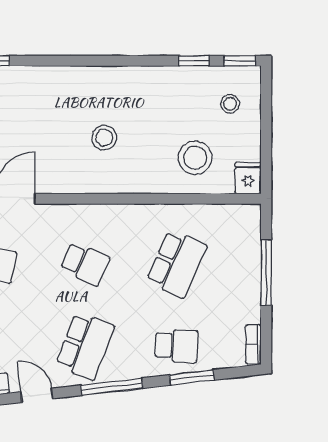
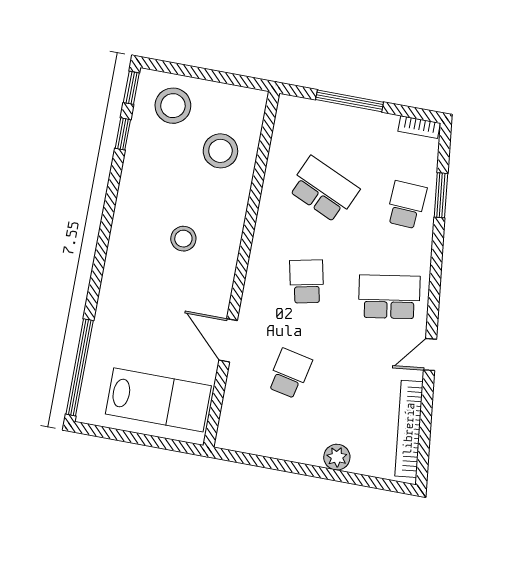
stool: (230, 104) -> (173, 106), width x1.89, depth x1.89
fridge: (248, 178) -> (251, 101), removed
school desk: (85, 264) -> (307, 281), turned -36
school desk: (85, 346) -> (389, 297), turned -30
window: (112, 387) -> (435, 277), removed

